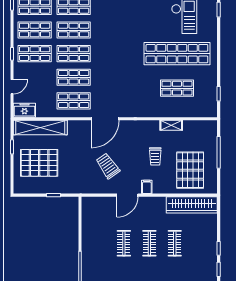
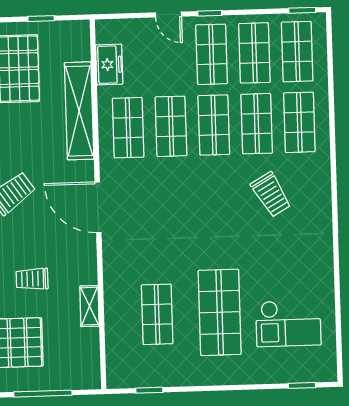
trolley: (113, 23) -> (271, 195), added
shop shelf: (177, 54) -> (220, 312), width x0.71
door: (12, 87) -> (168, 15), moved
freezer: (24, 110) -> (109, 65), moved
door: (105, 119) -> (98, 207), moved
shelving: (40, 128) -> (79, 111), moved

